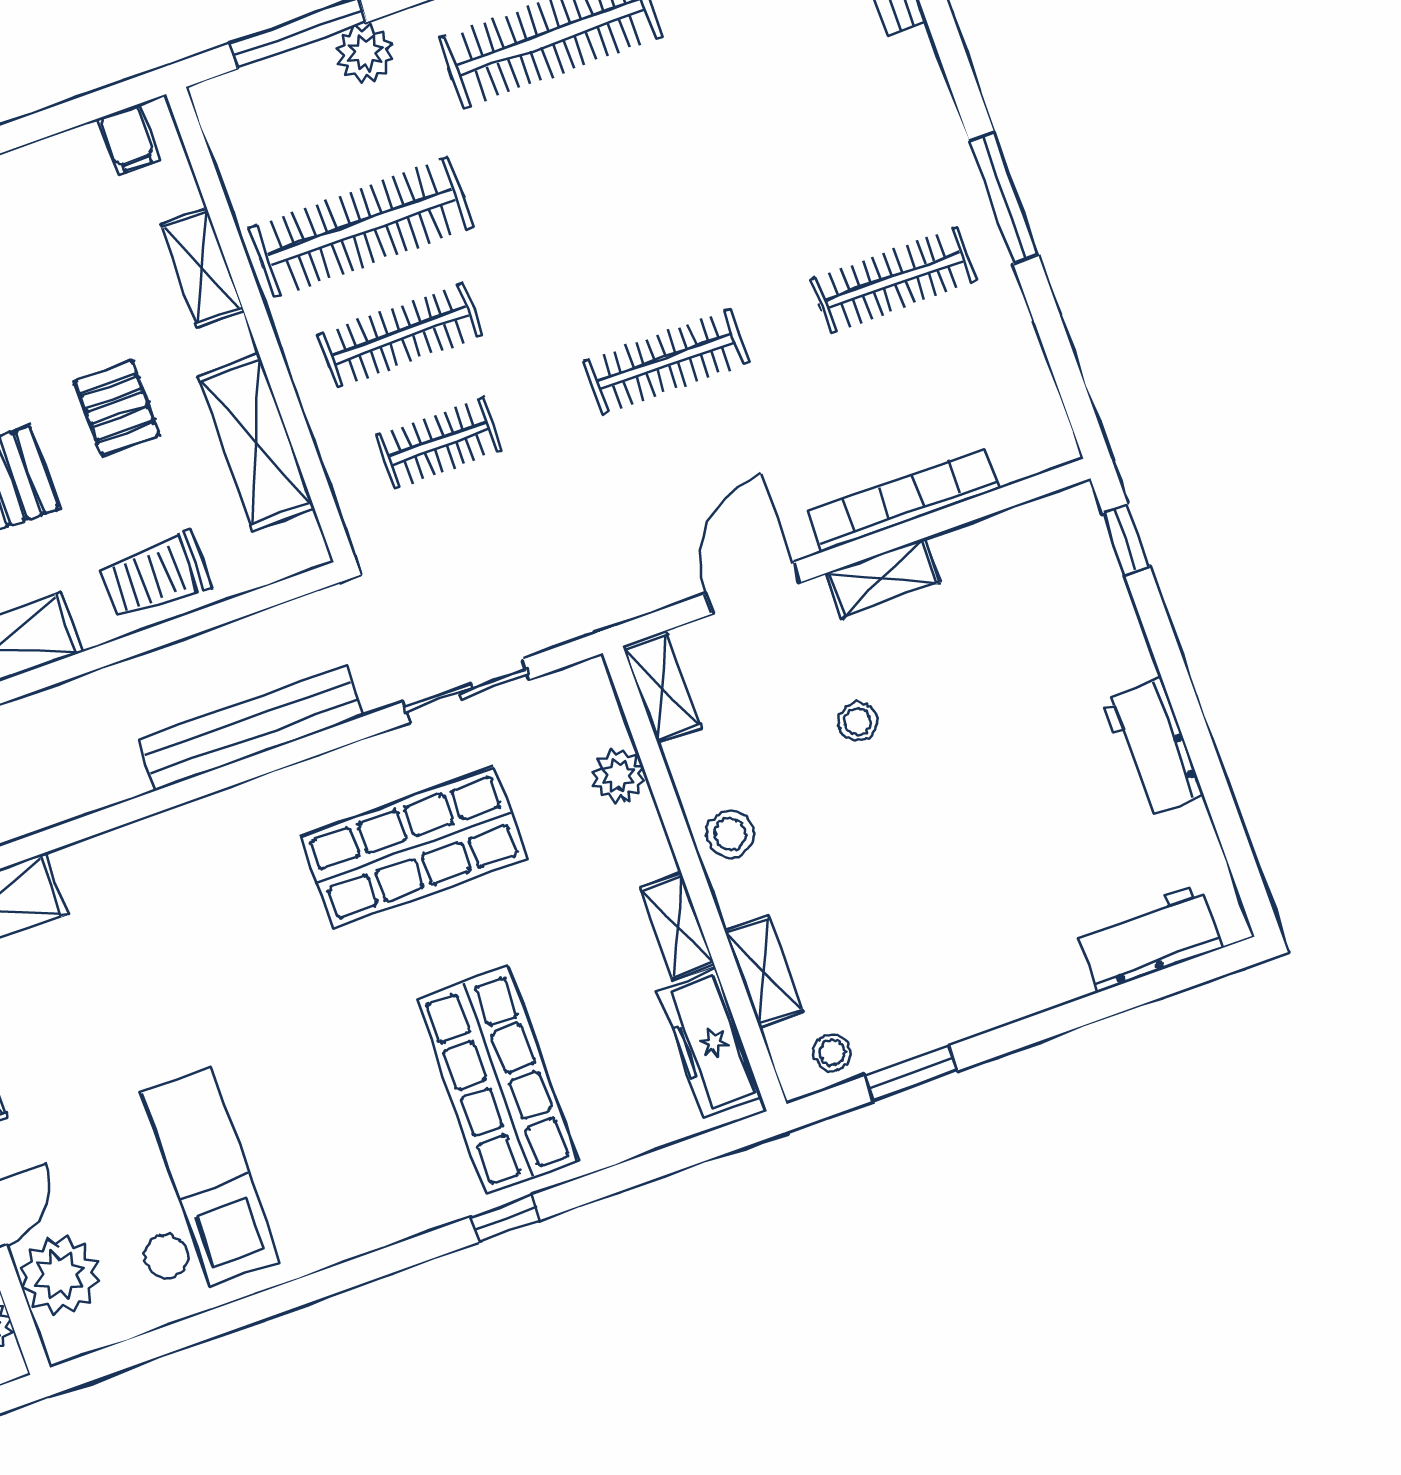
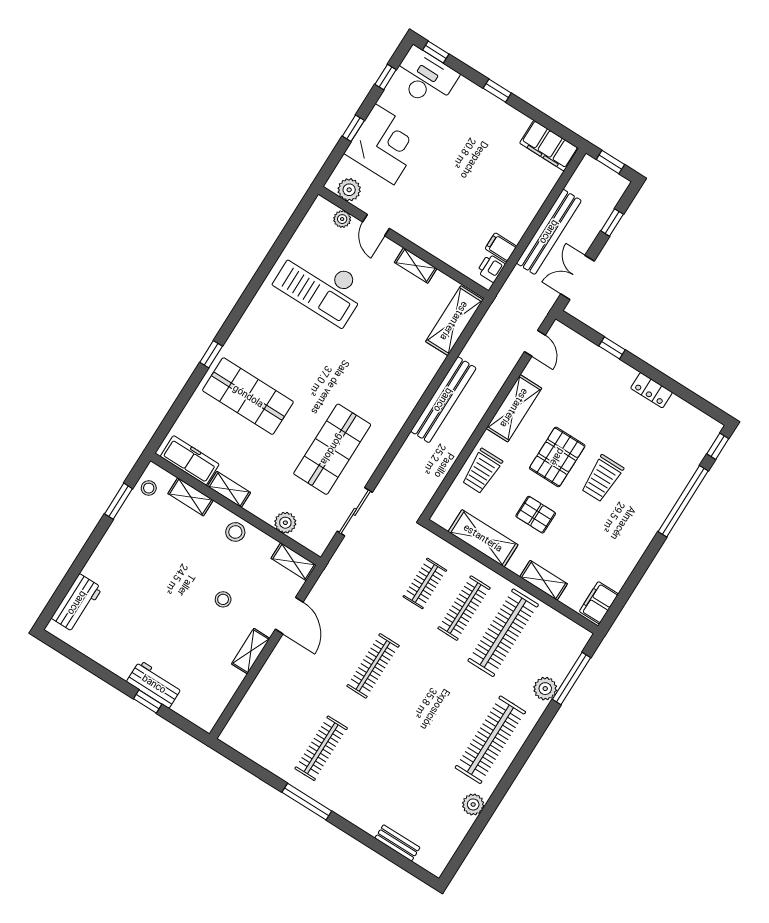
filing cabinet: (129, 139) -> (599, 603), width x2.00
bookcase: (903, 501) -> (263, 681), removed
window: (1126, 540) -> (148, 701), moved
trolley: (155, 576) -> (482, 471), turned 180
bench: (251, 728) -> (443, 400), moved
workbench: (1153, 747) -> (154, 684), moved
plant: (60, 1275) -> (342, 219), width x0.53, depth x0.53

